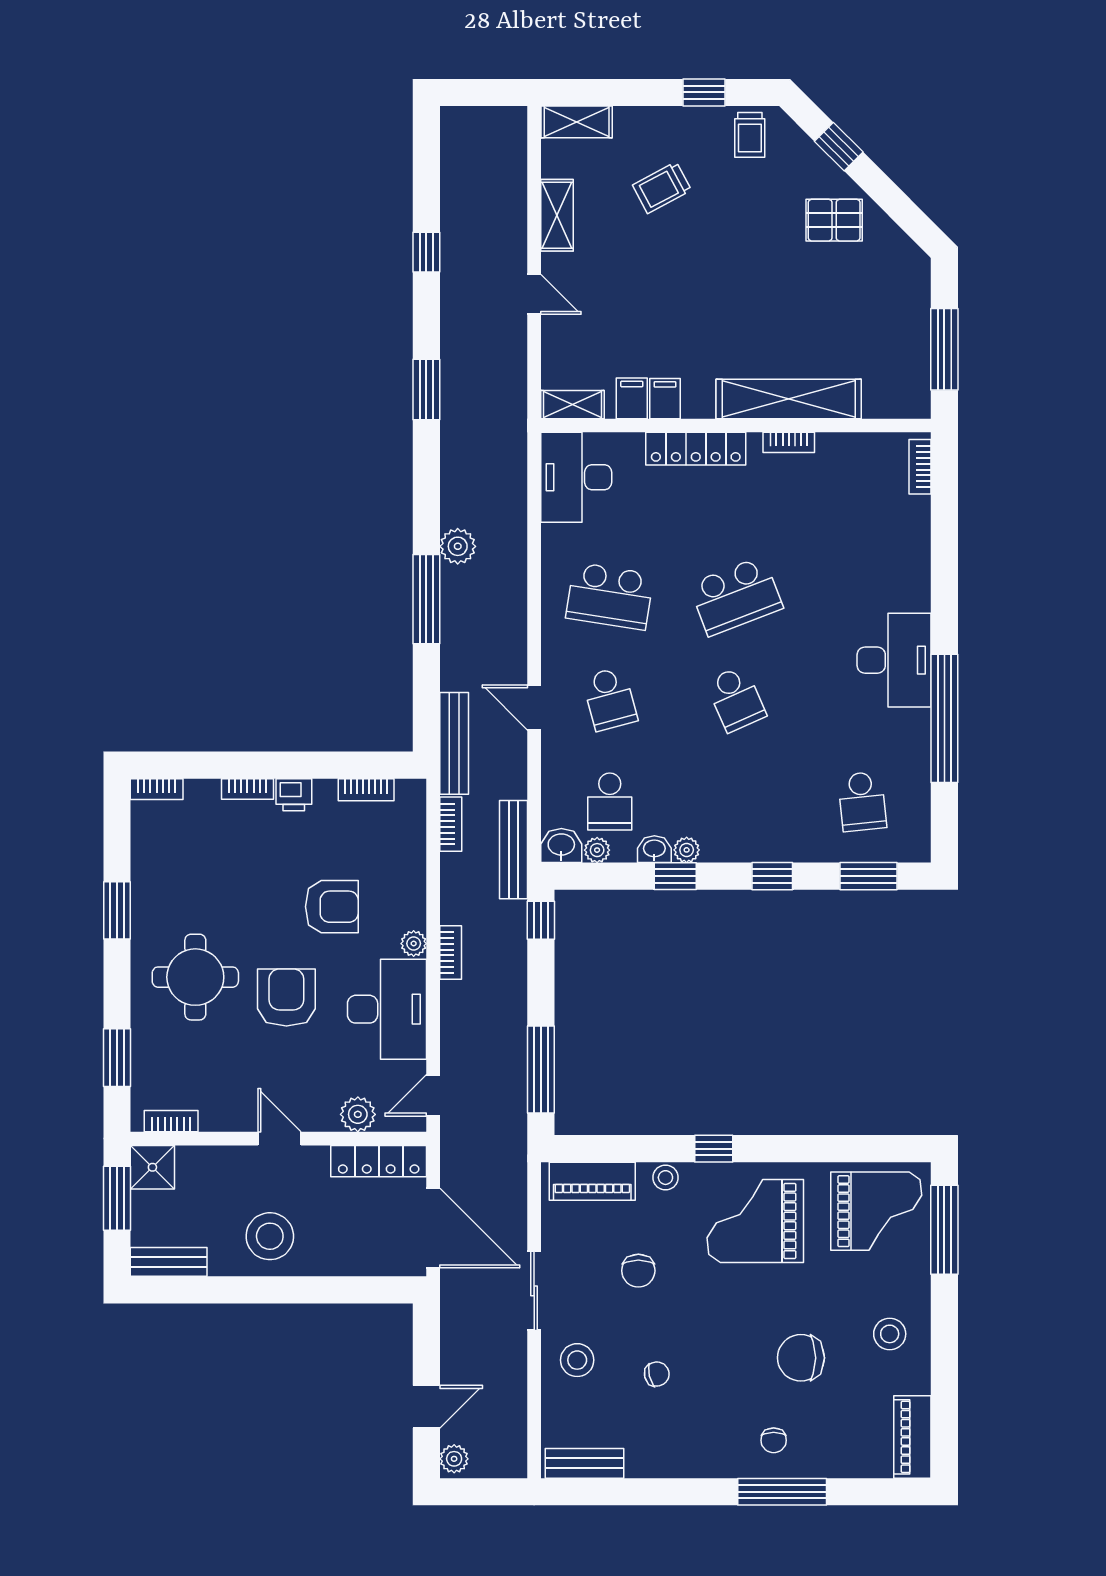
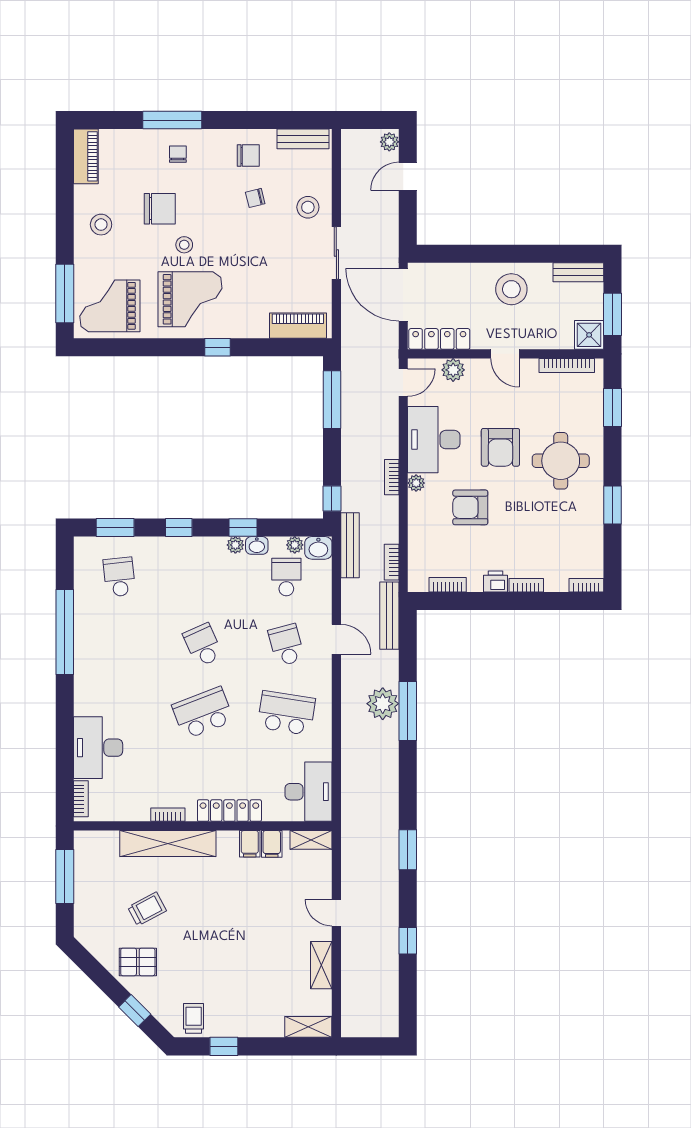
trolley: (662, 188) -> (147, 909), moved
plant: (458, 546) -> (383, 704), moved, width x1.36, depth x1.36
desk: (894, 660) -> (98, 748), moved
bookcase: (171, 1121) -> (567, 365), width x1.56
stool: (665, 1178) -> (184, 245), moved
chair: (638, 1271) -> (248, 156), moved, turned 90

